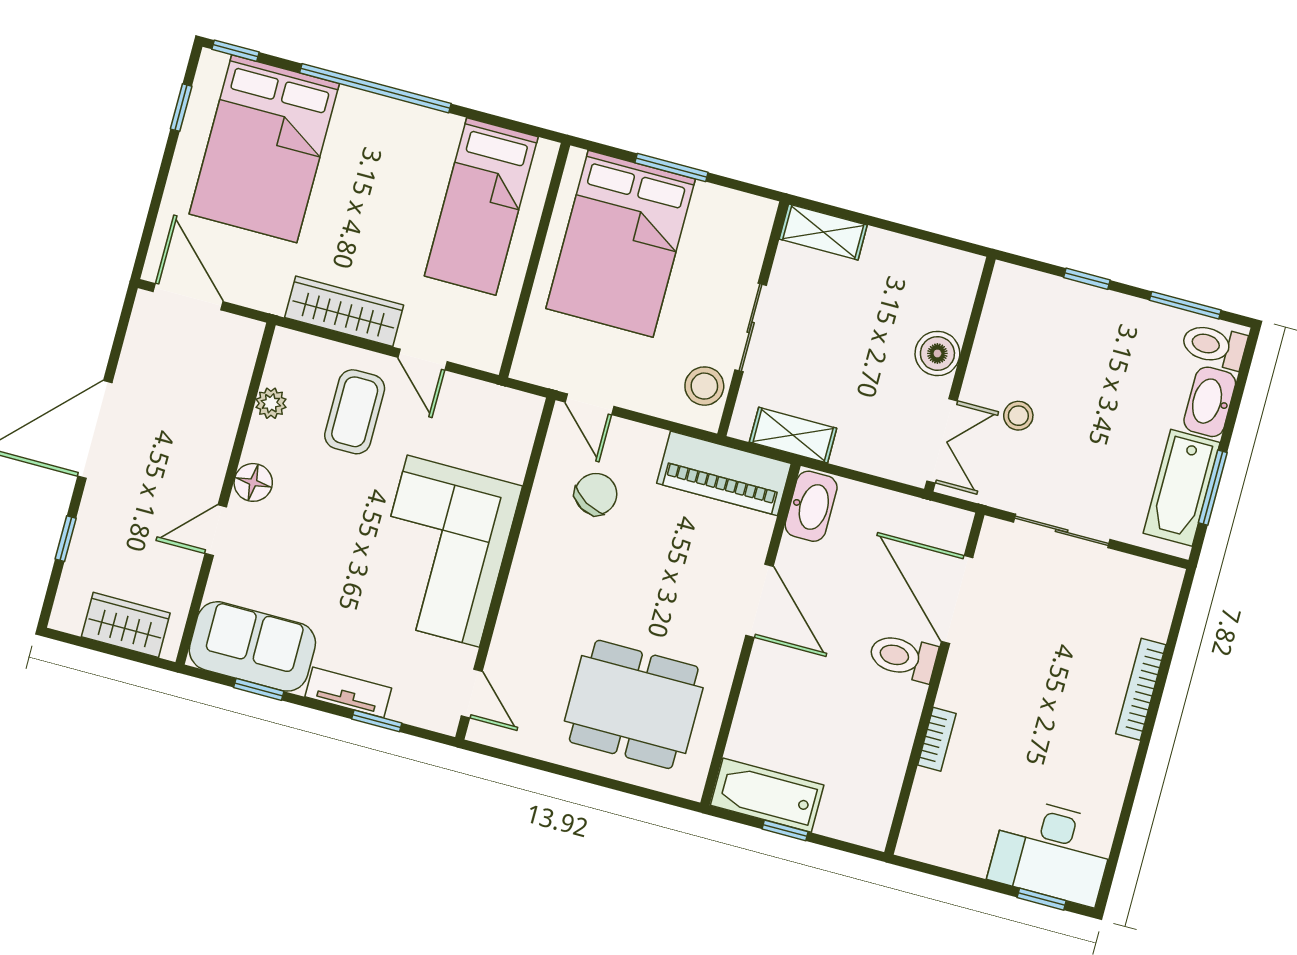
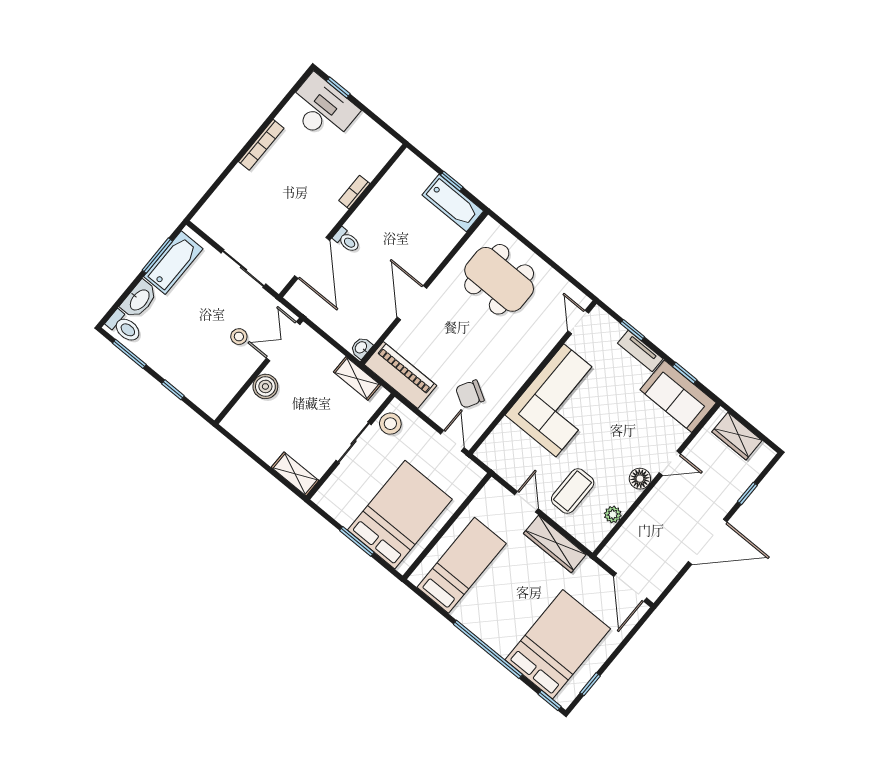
washbasin: (811, 506) -> (361, 348), width x0.52, depth x0.69
toilet: (903, 657) -> (347, 240), width x0.73, depth x0.72
bookcase: (1141, 689) -> (261, 145), moved

